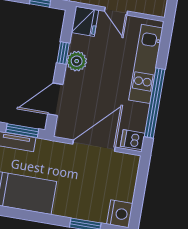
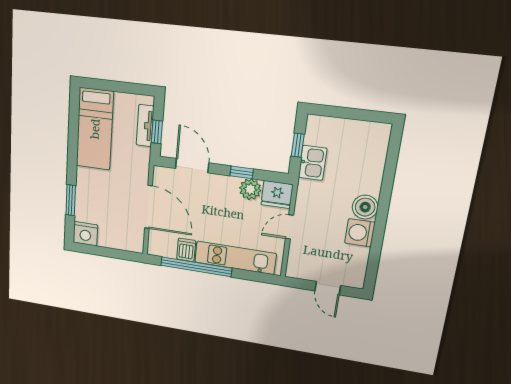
plant: (77, 61) -> (250, 189), moved
window: (22, 131) -> (157, 132), width x0.67
dishwasher: (133, 140) -> (186, 250), moved

